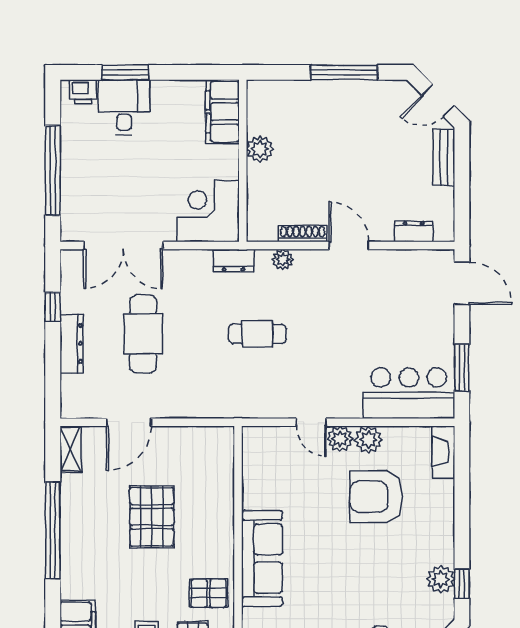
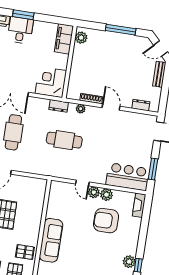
plant: (260, 149) -> (81, 38), moved
cafe table: (257, 334) -> (64, 140), width x1.37, depth x1.35

